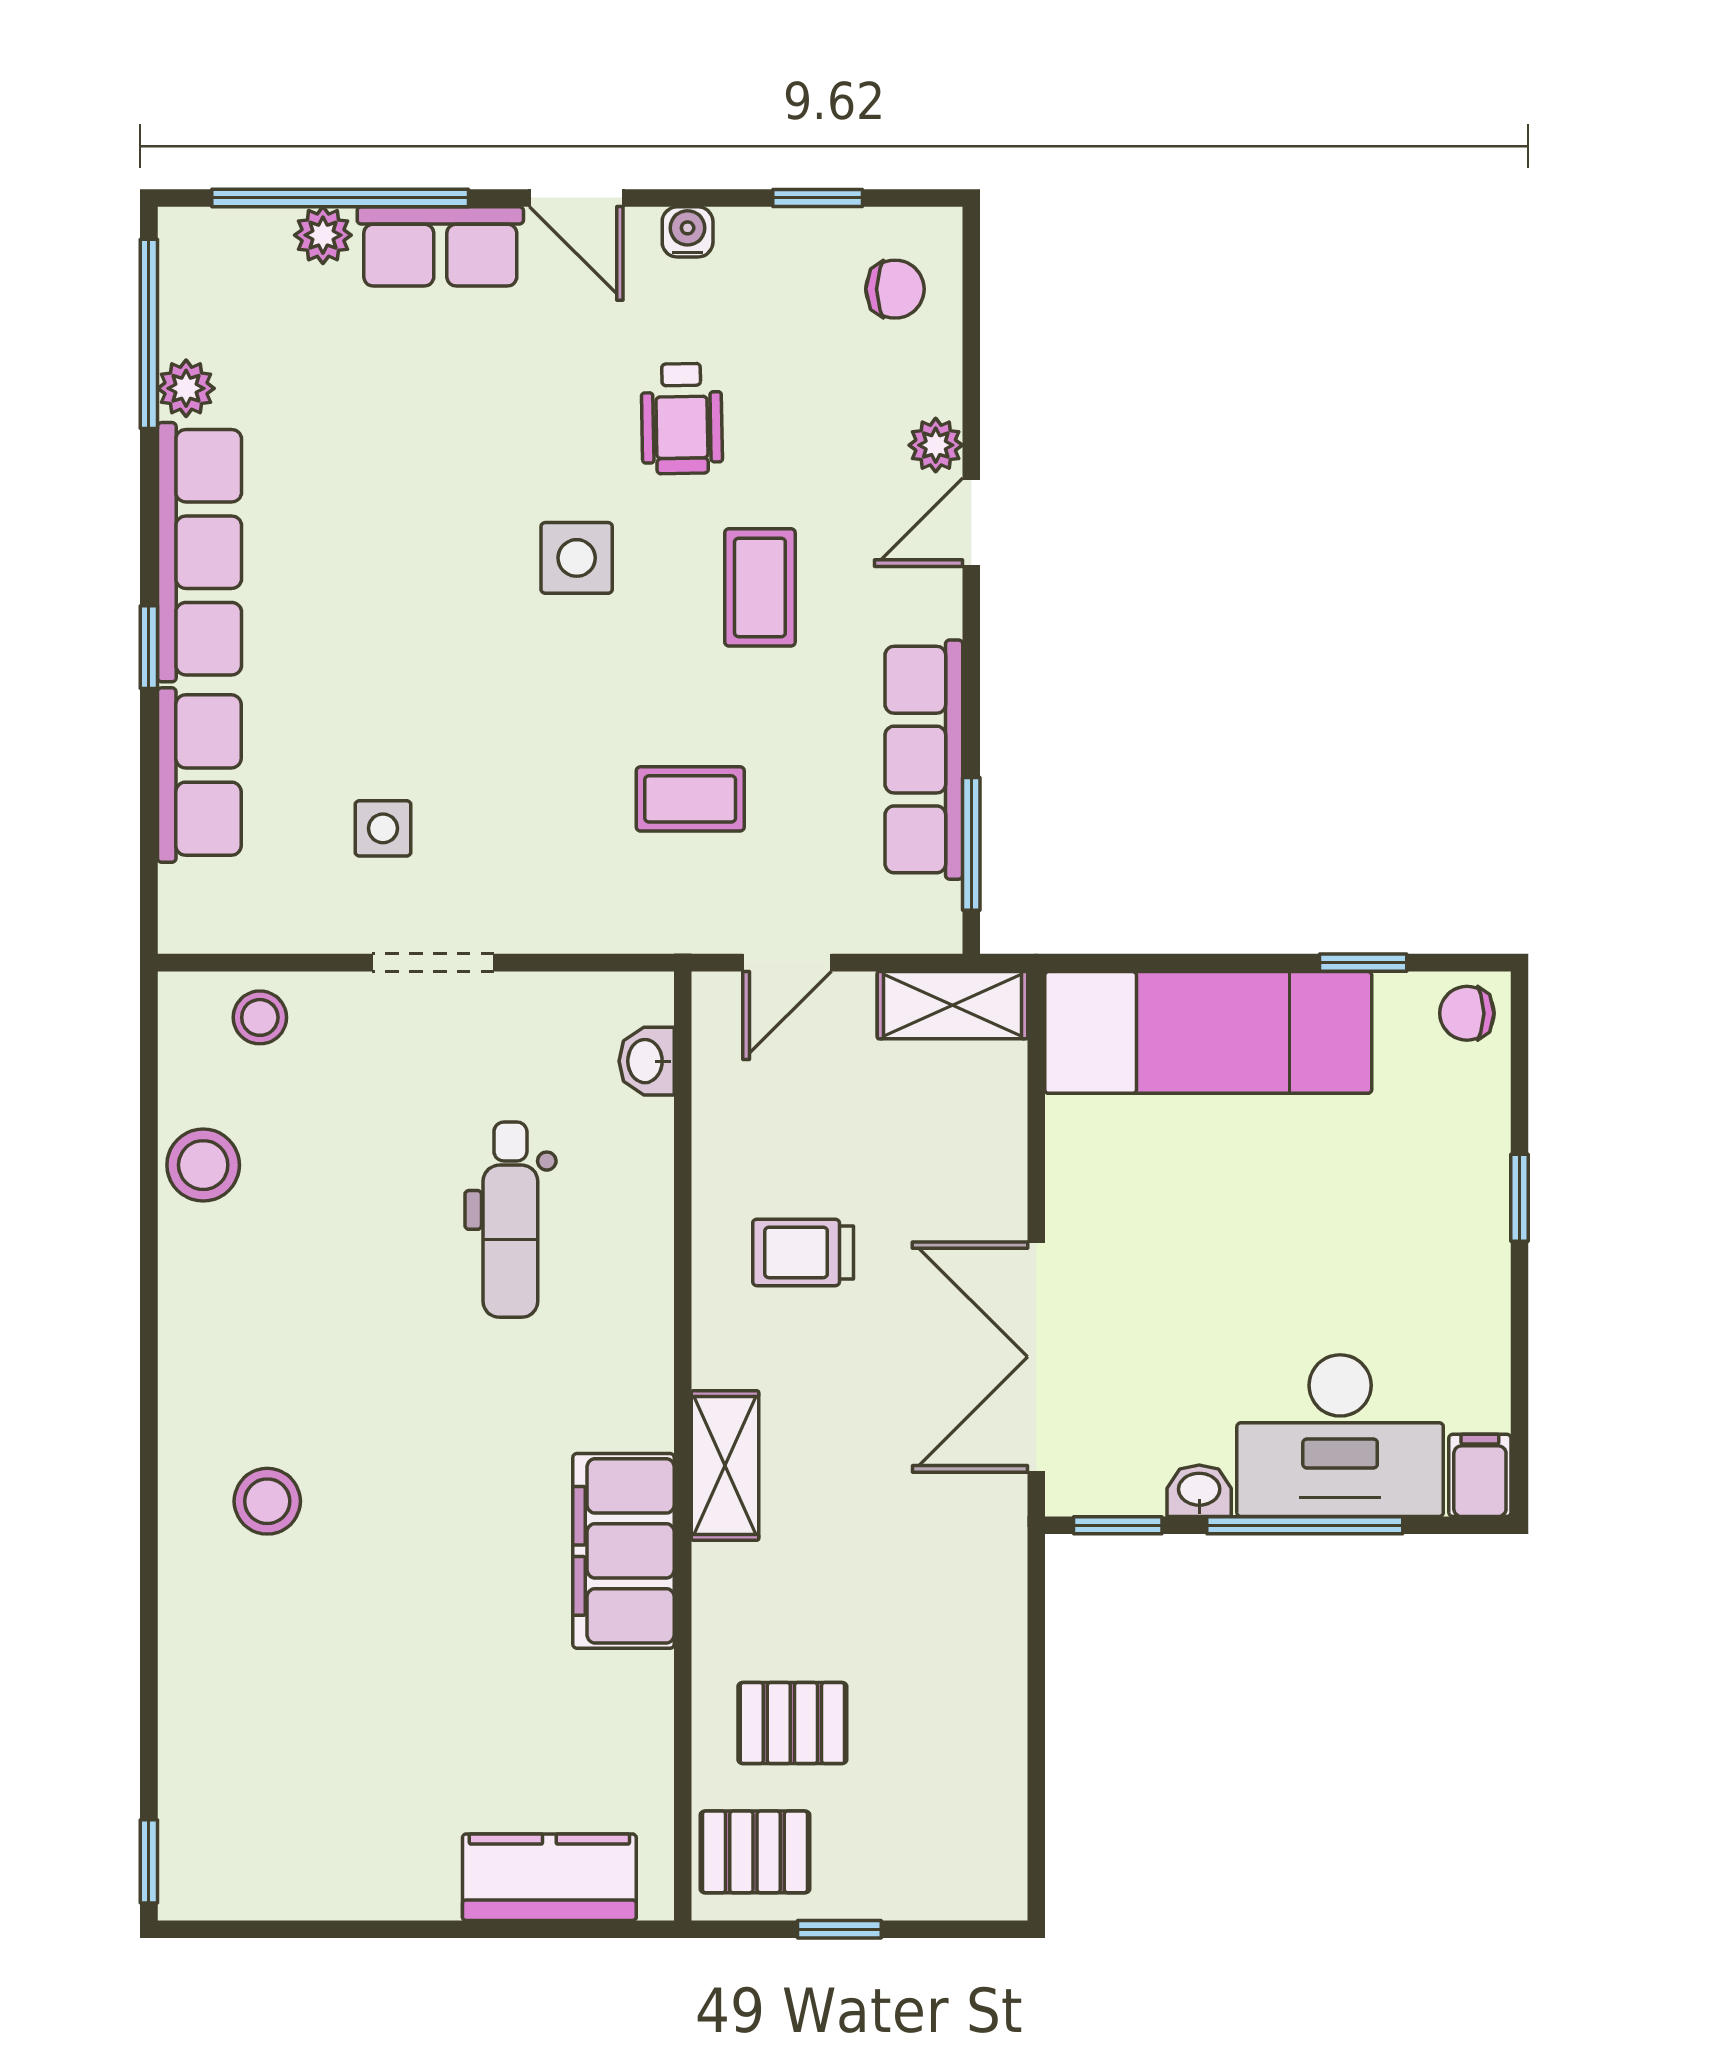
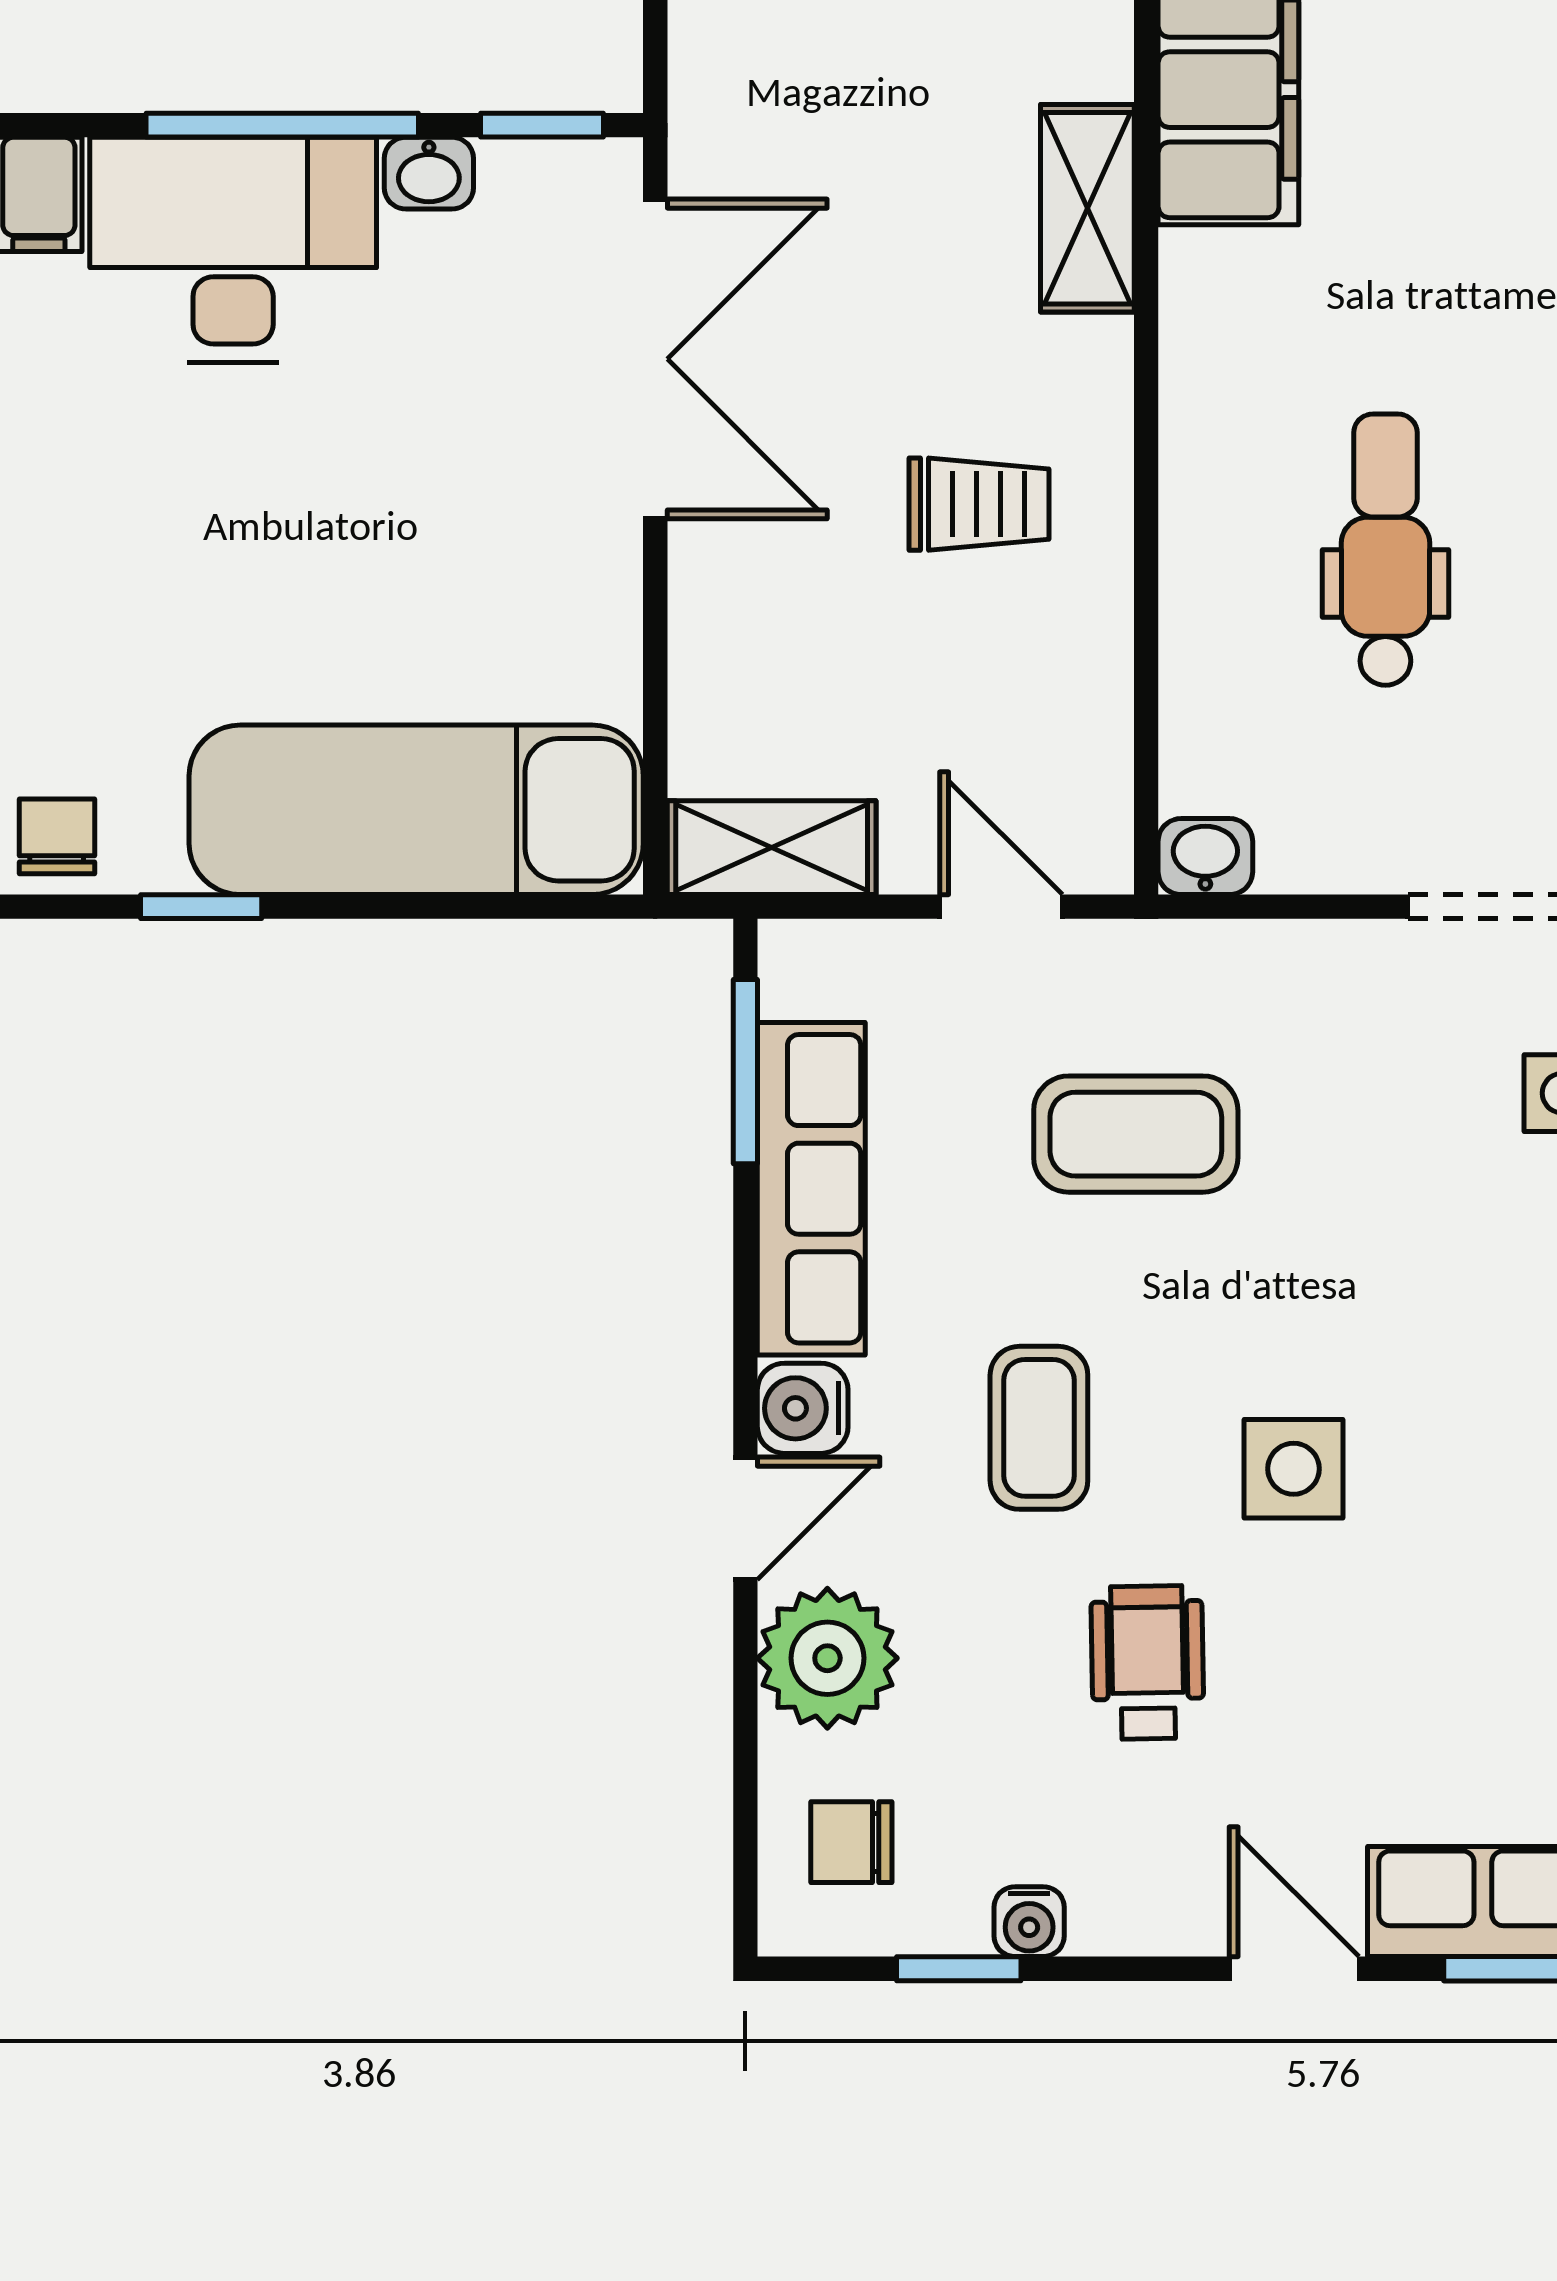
water cooler: (688, 232) -> (1029, 1922), moved
plant: (936, 445) -> (827, 1658), width x1.87, depth x1.87
water cooler: (930, 601) -> (803, 1408), added
coffee table: (690, 799) -> (1136, 1134), width x1.36, depth x1.30
door: (787, 963) -> (1001, 907), hinge flipped
chair: (1467, 1013) -> (57, 836), turned -90
washbasin: (647, 1061) -> (1205, 857), moved, turned -90

